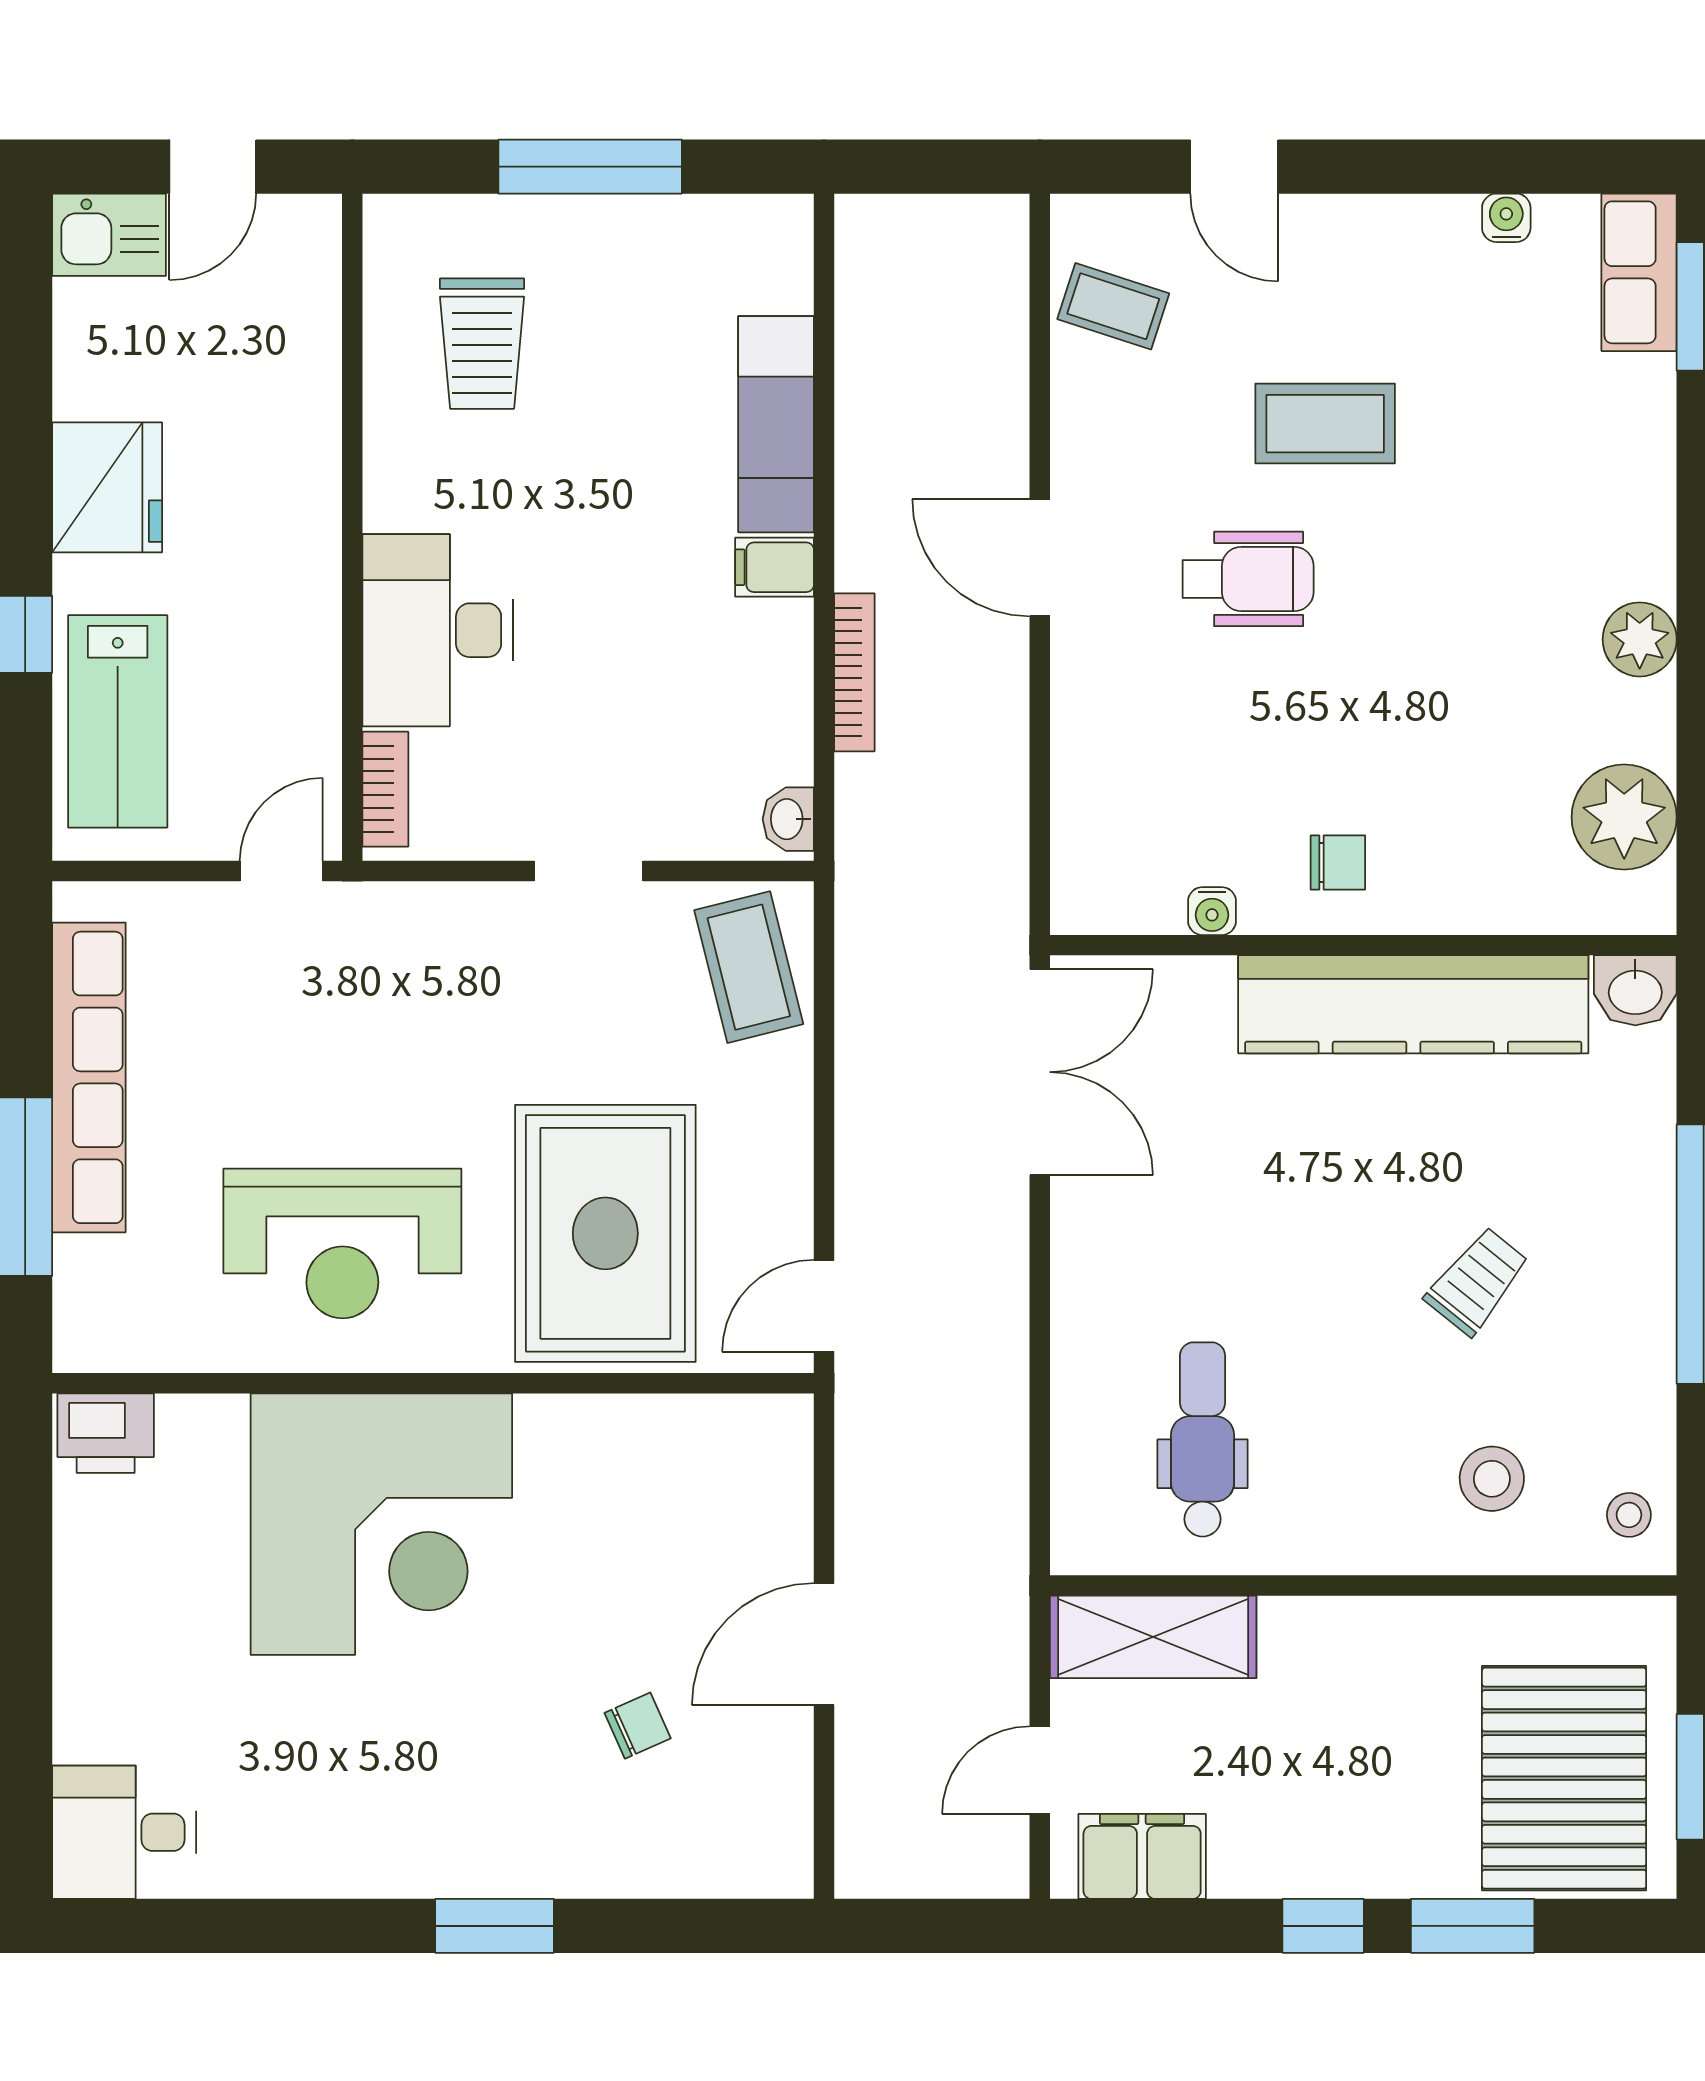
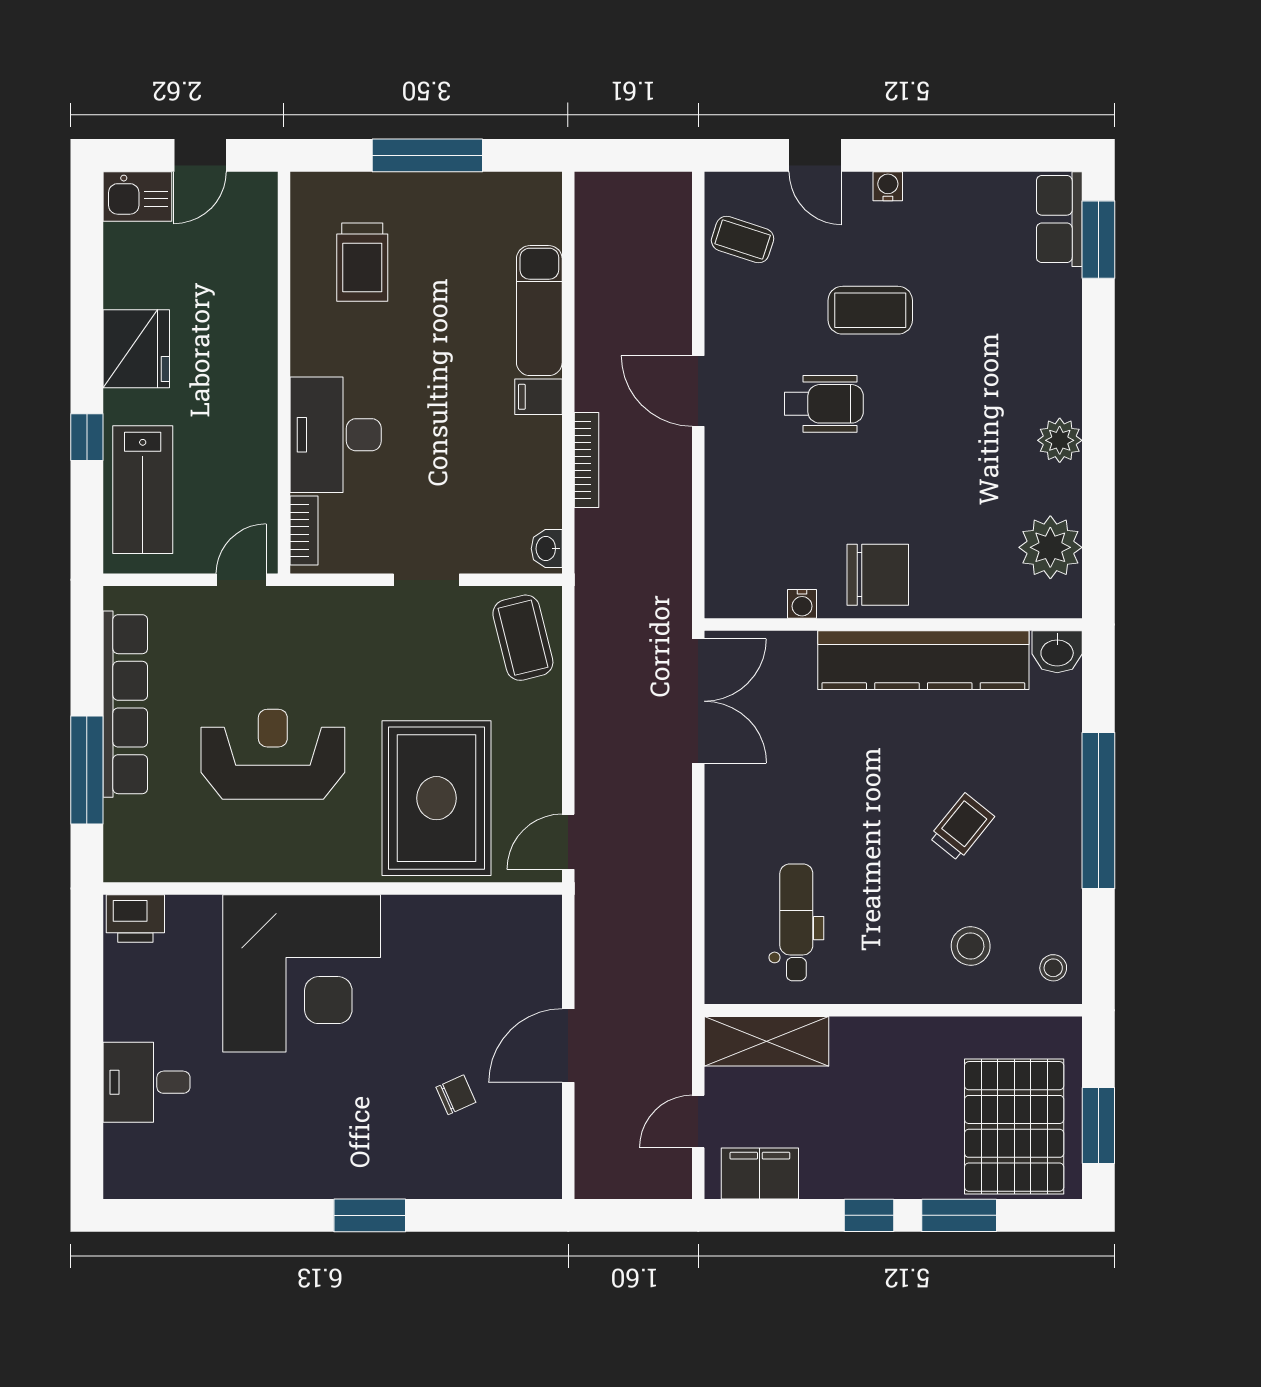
water cooler: (1506, 218) -> (888, 186), moved
chair: (1338, 862) -> (878, 575), width x1.87, depth x1.87
reception desk: (342, 1243) -> (273, 754), moved, turned 180
desk: (124, 1832) -> (147, 1082), moved

